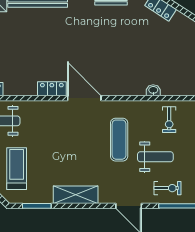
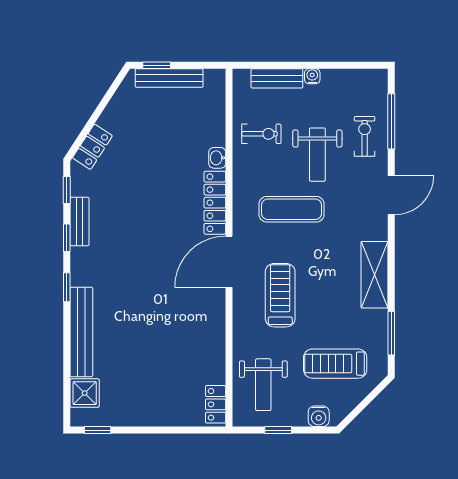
locker: (52, 89) -> (215, 203), moved, width x1.53
treadmill: (62, 132) -> (280, 295), added
weight bench: (155, 157) -> (317, 155), turned 180

